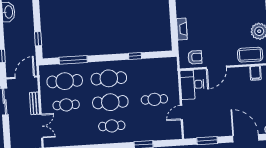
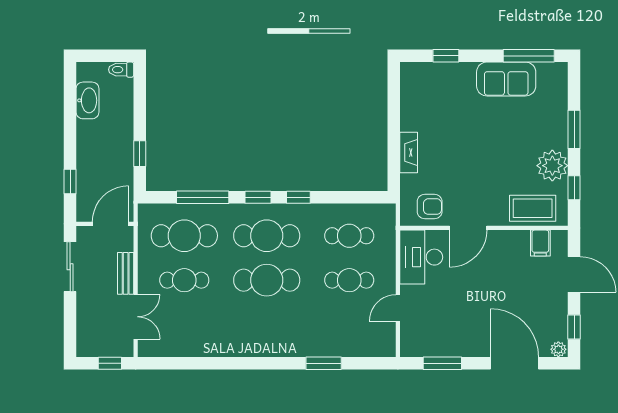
window: (135, 56) -> (298, 197), moved
window: (103, 58) -> (258, 197), added
cafe table: (112, 126) -> (349, 236), moved

